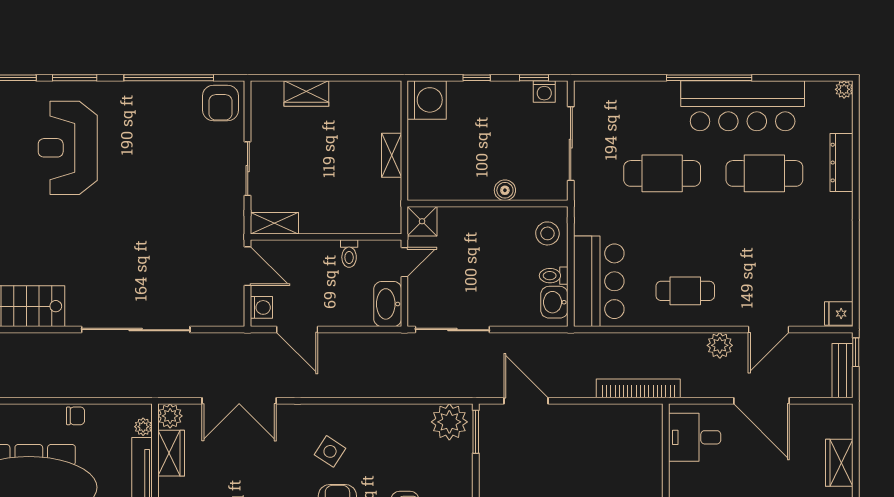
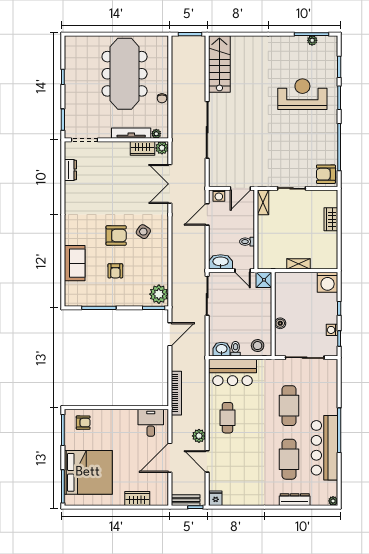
washing machine: (544, 91) -> (332, 330), moved

